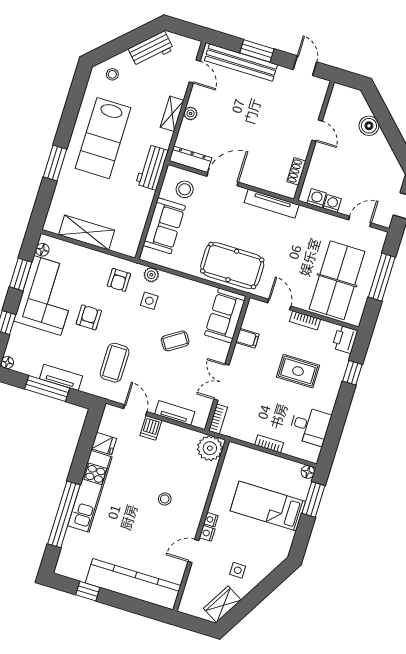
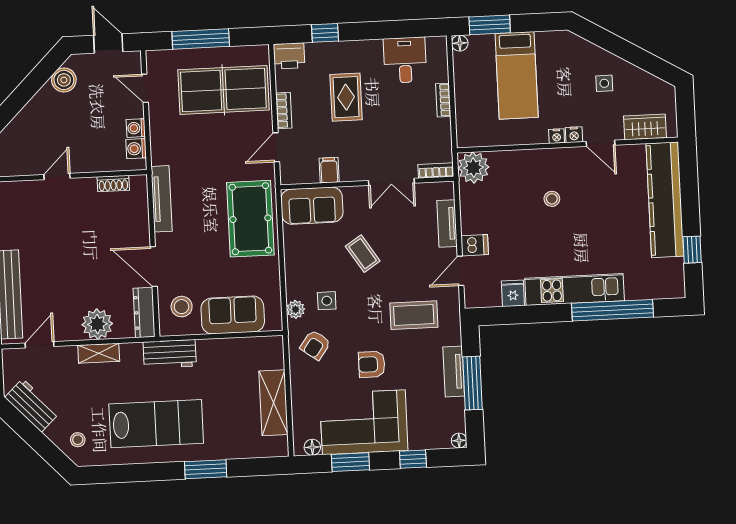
plant: (191, 113) -> (97, 324), width x1.87, depth x1.87
boiler: (369, 126) -> (64, 80), moved
armchair: (119, 280) -> (315, 345), turned 126
wardrobe: (222, 604) -> (645, 127), moved, turned 149

